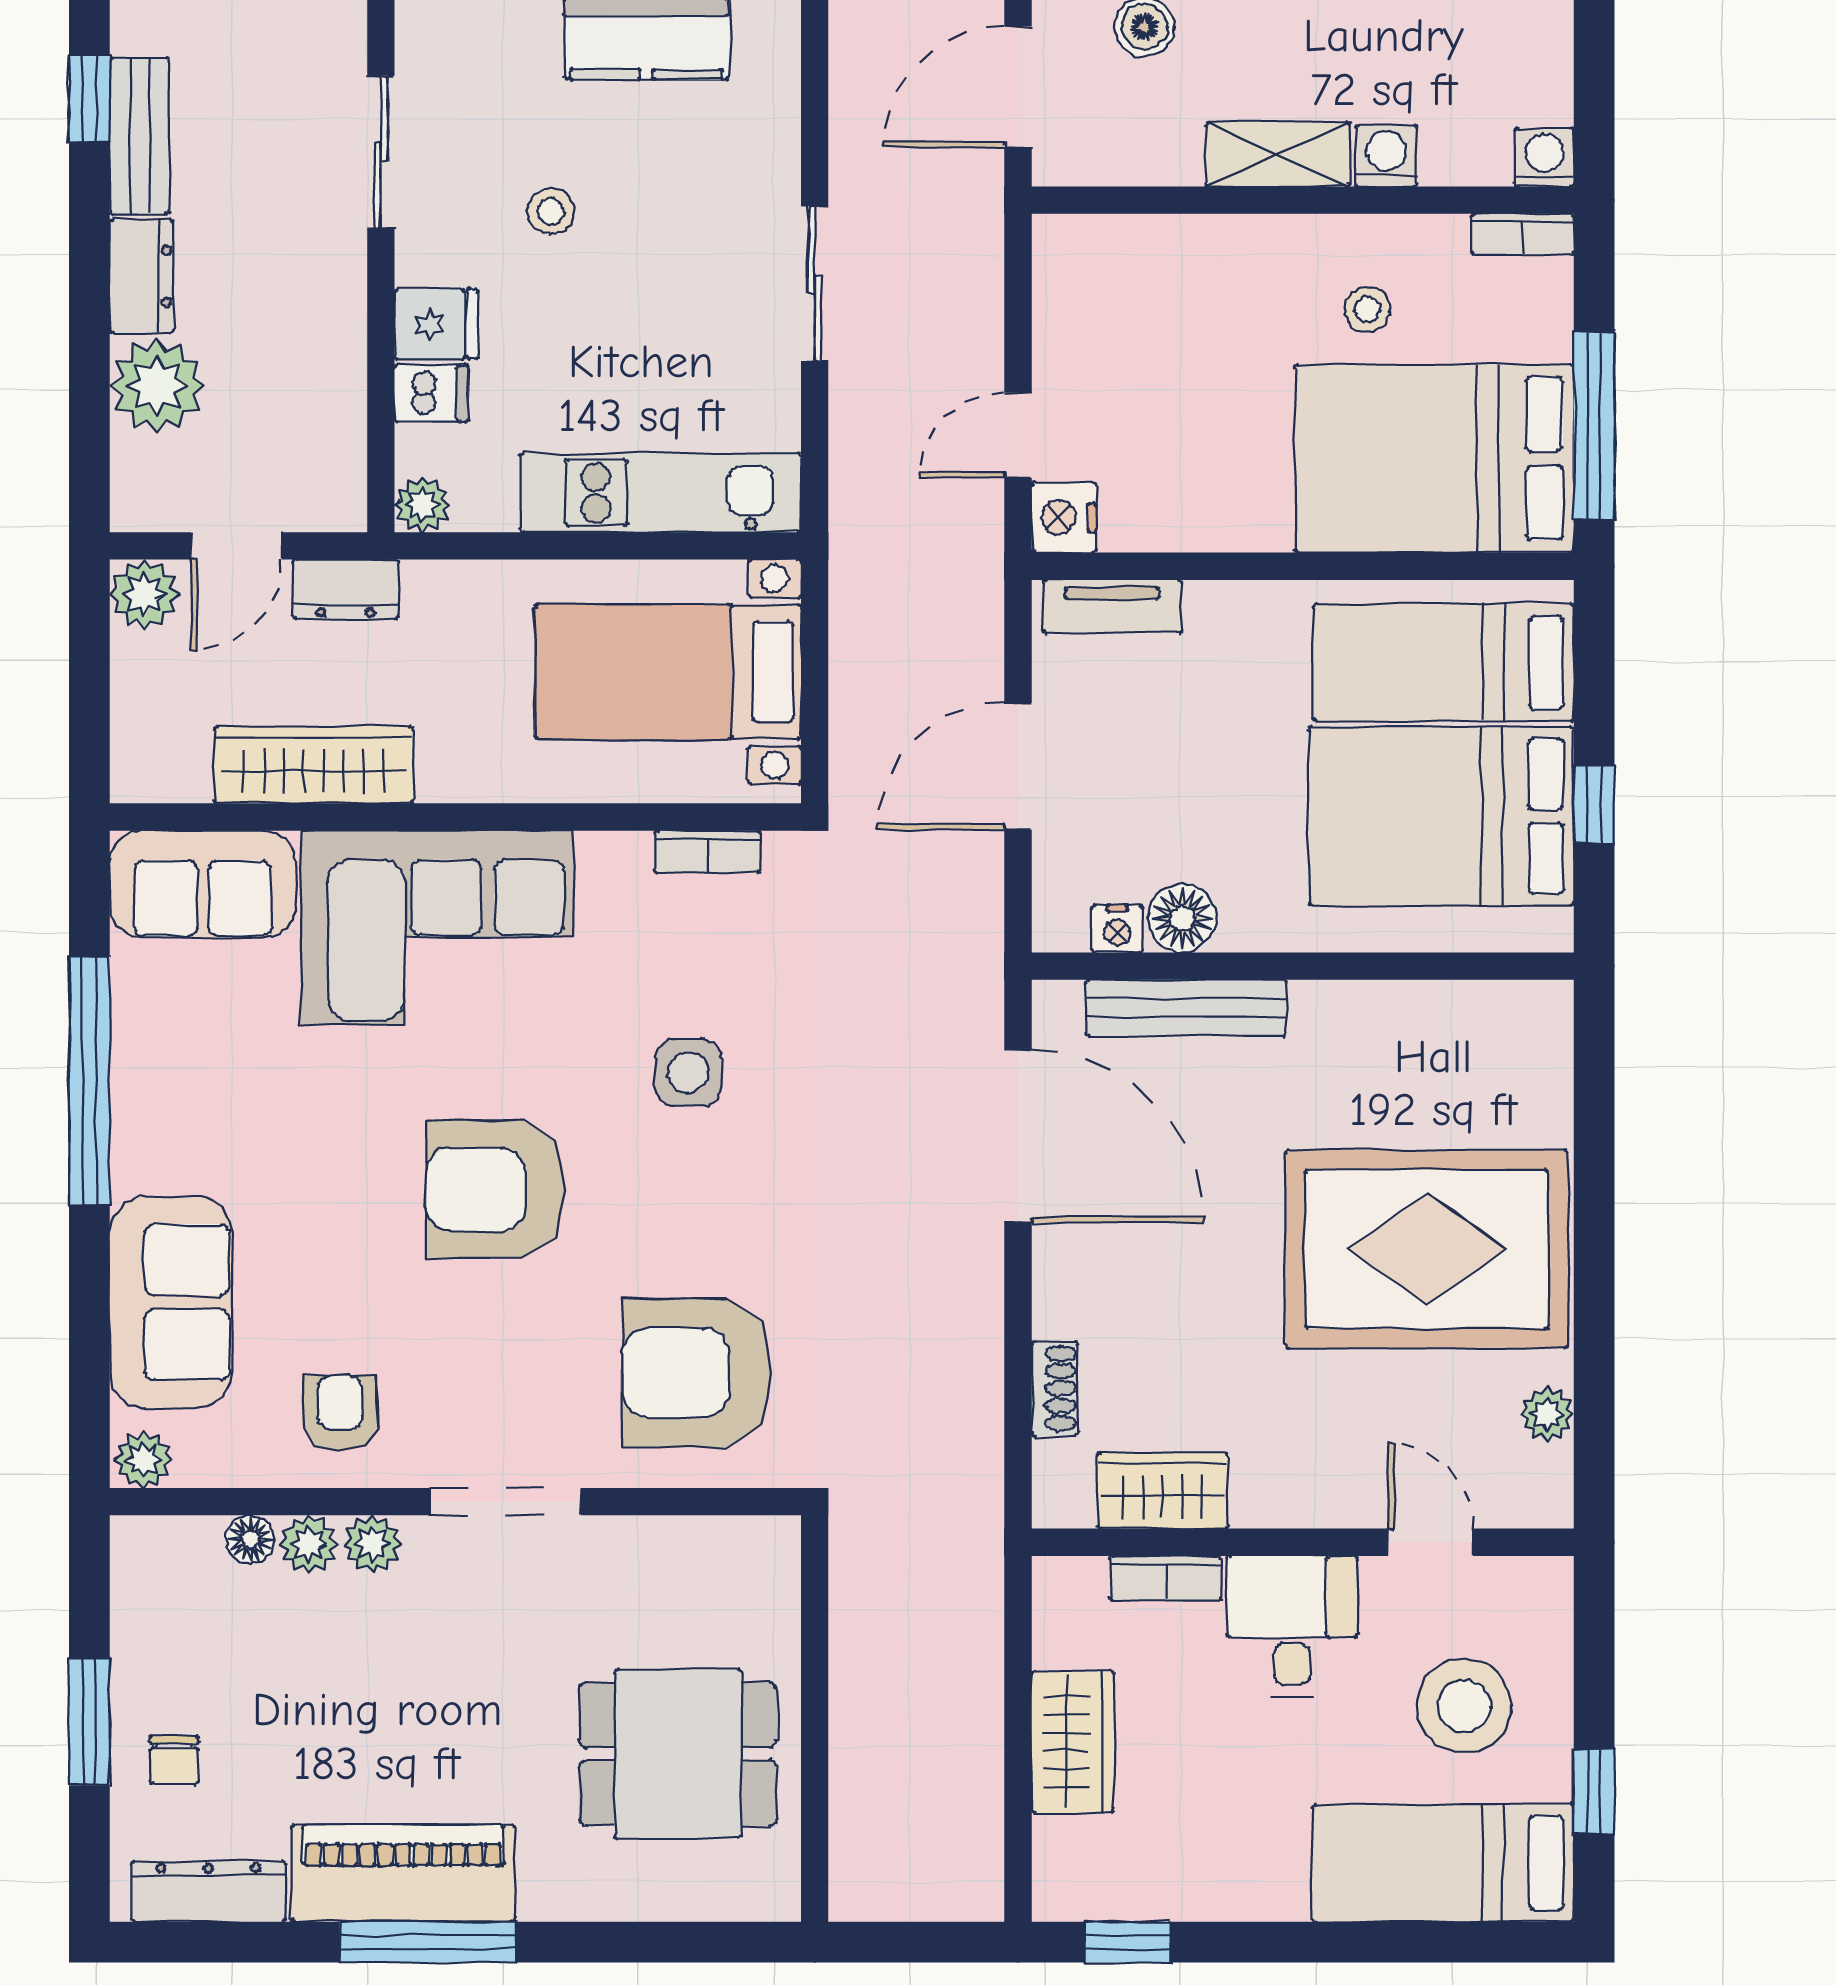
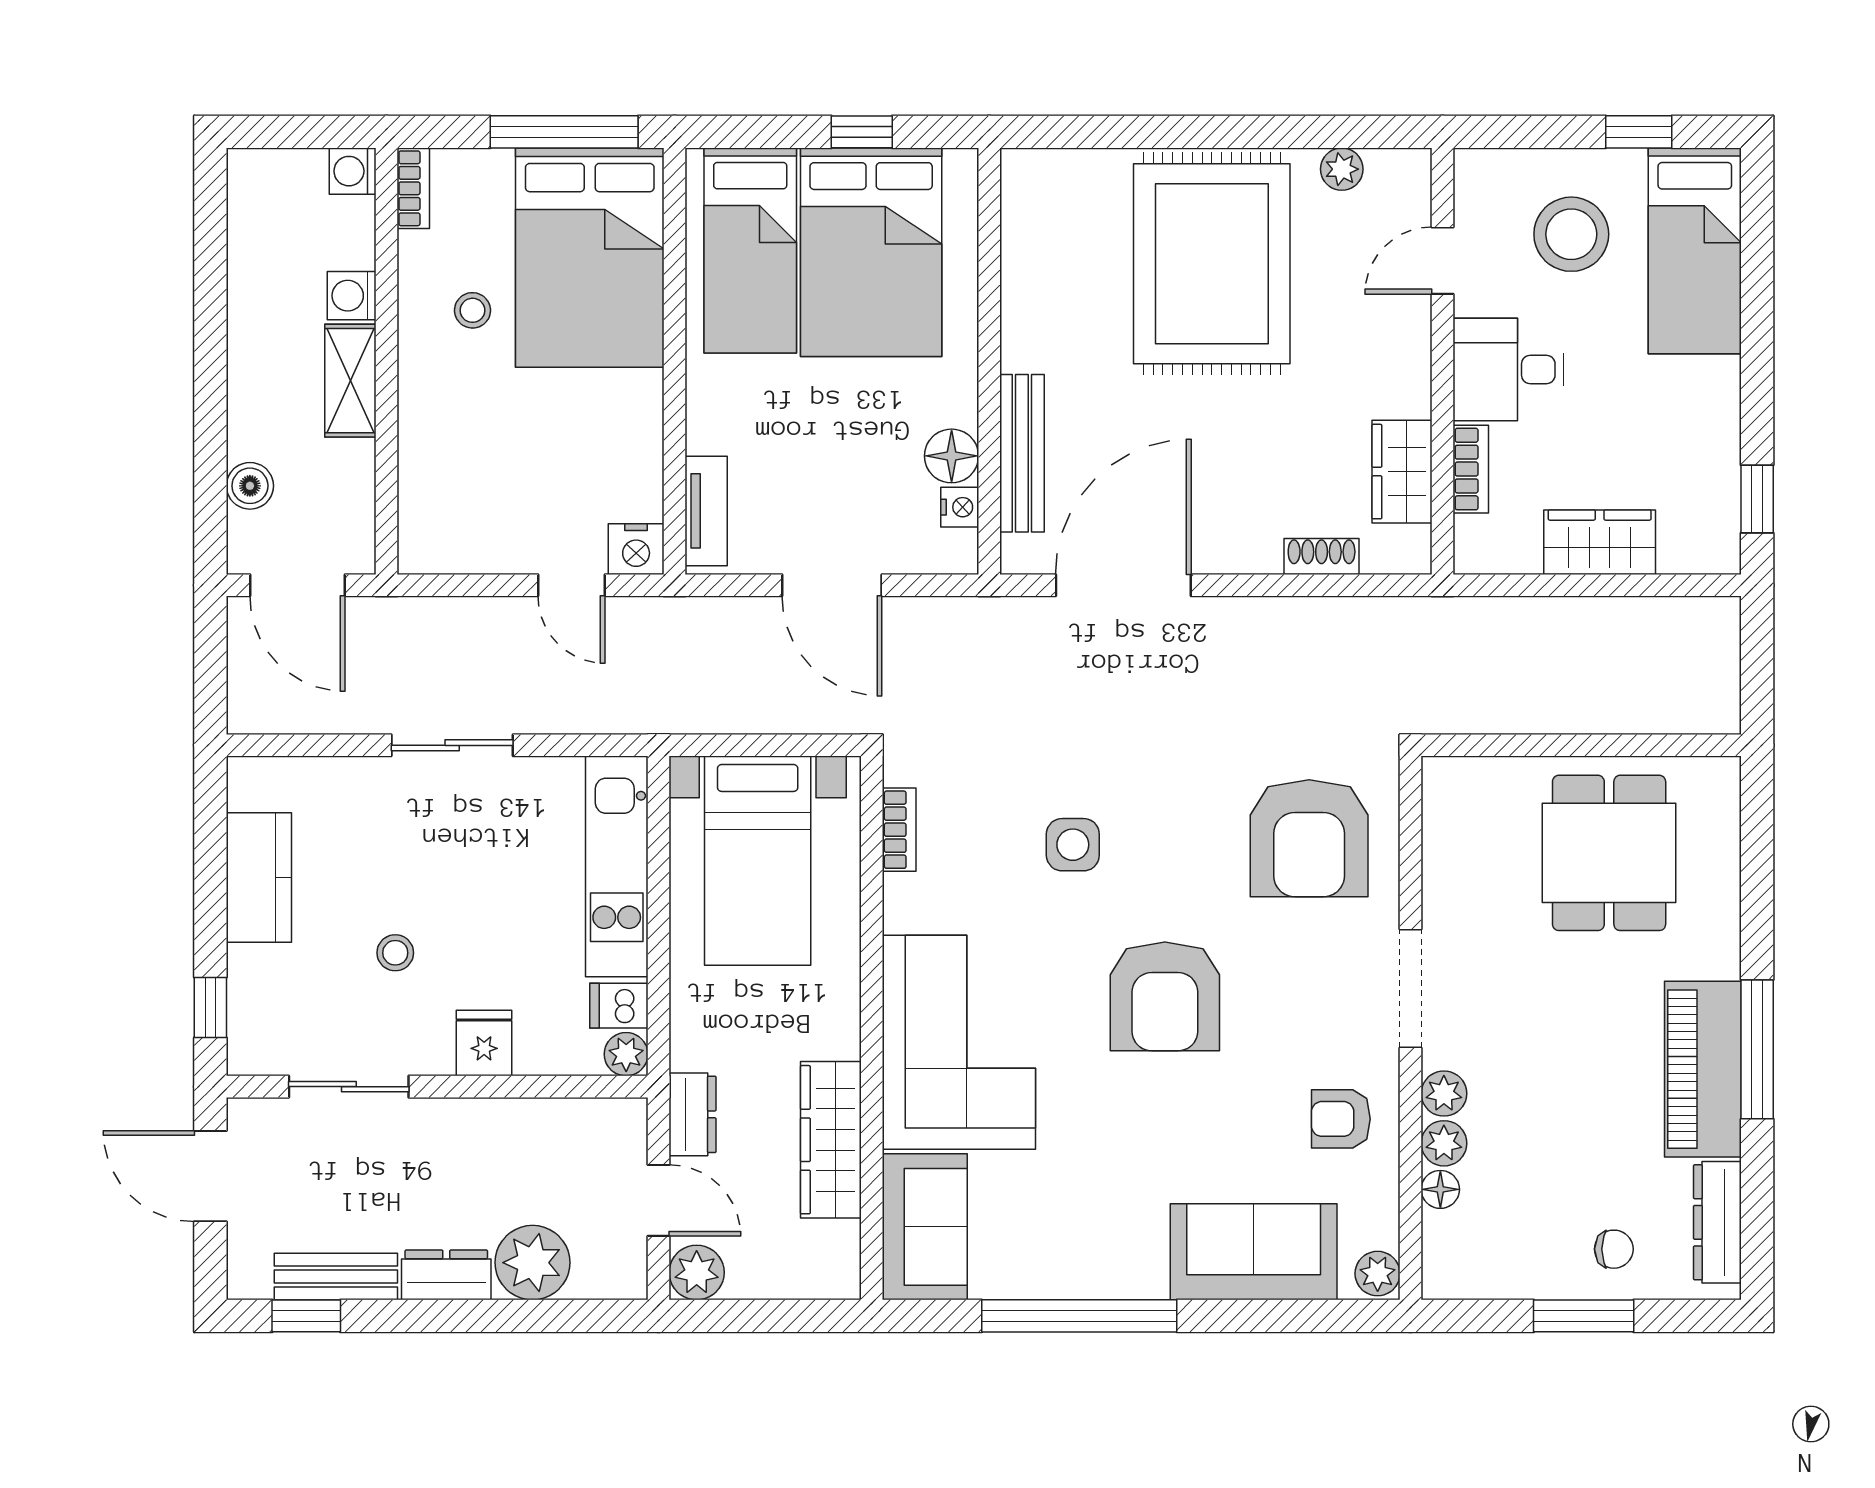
dishwasher: (431, 393) -> (619, 1006), moved, turned -90

